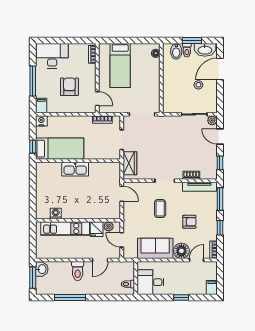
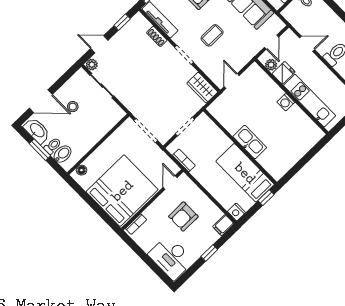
bed: (120, 65) -> (122, 191), width x2.04
window: (33, 81) -> (209, 253), width x0.46
door: (220, 136) -> (99, 44), swing flipped
wardrobe: (130, 163) -> (202, 88), moved, turned -90
washing machine: (56, 214) -> (286, 102), moved

